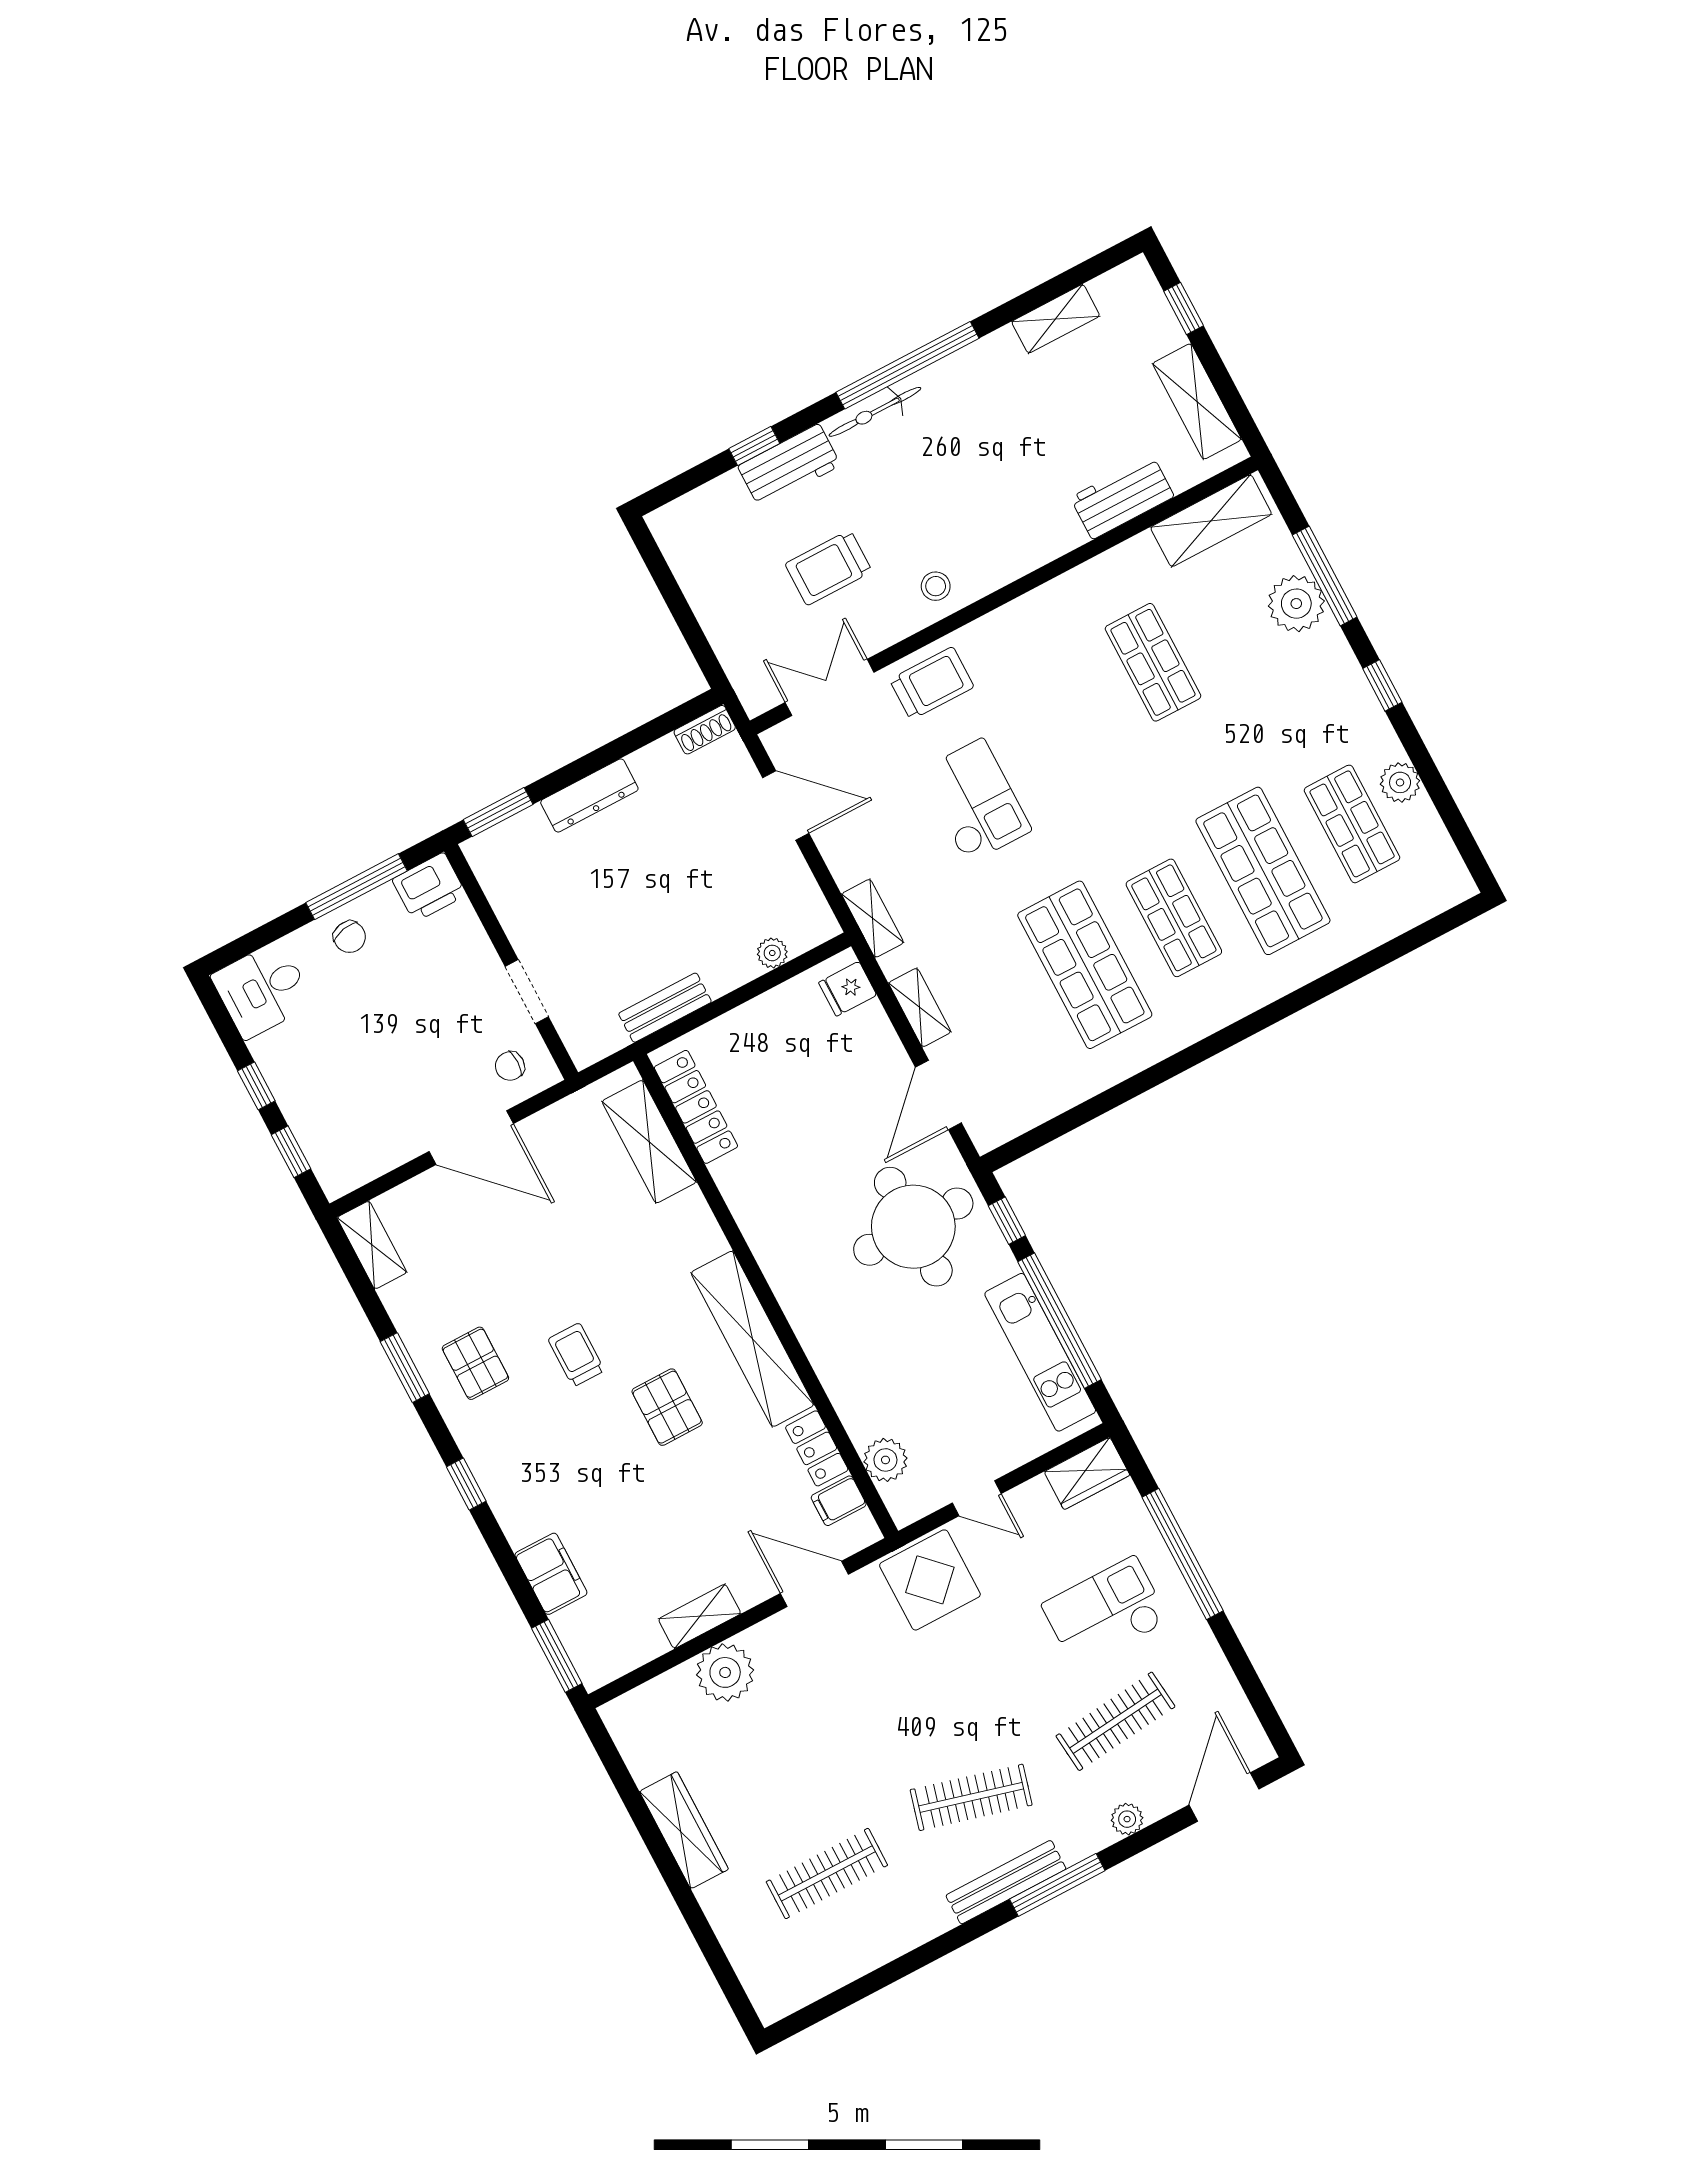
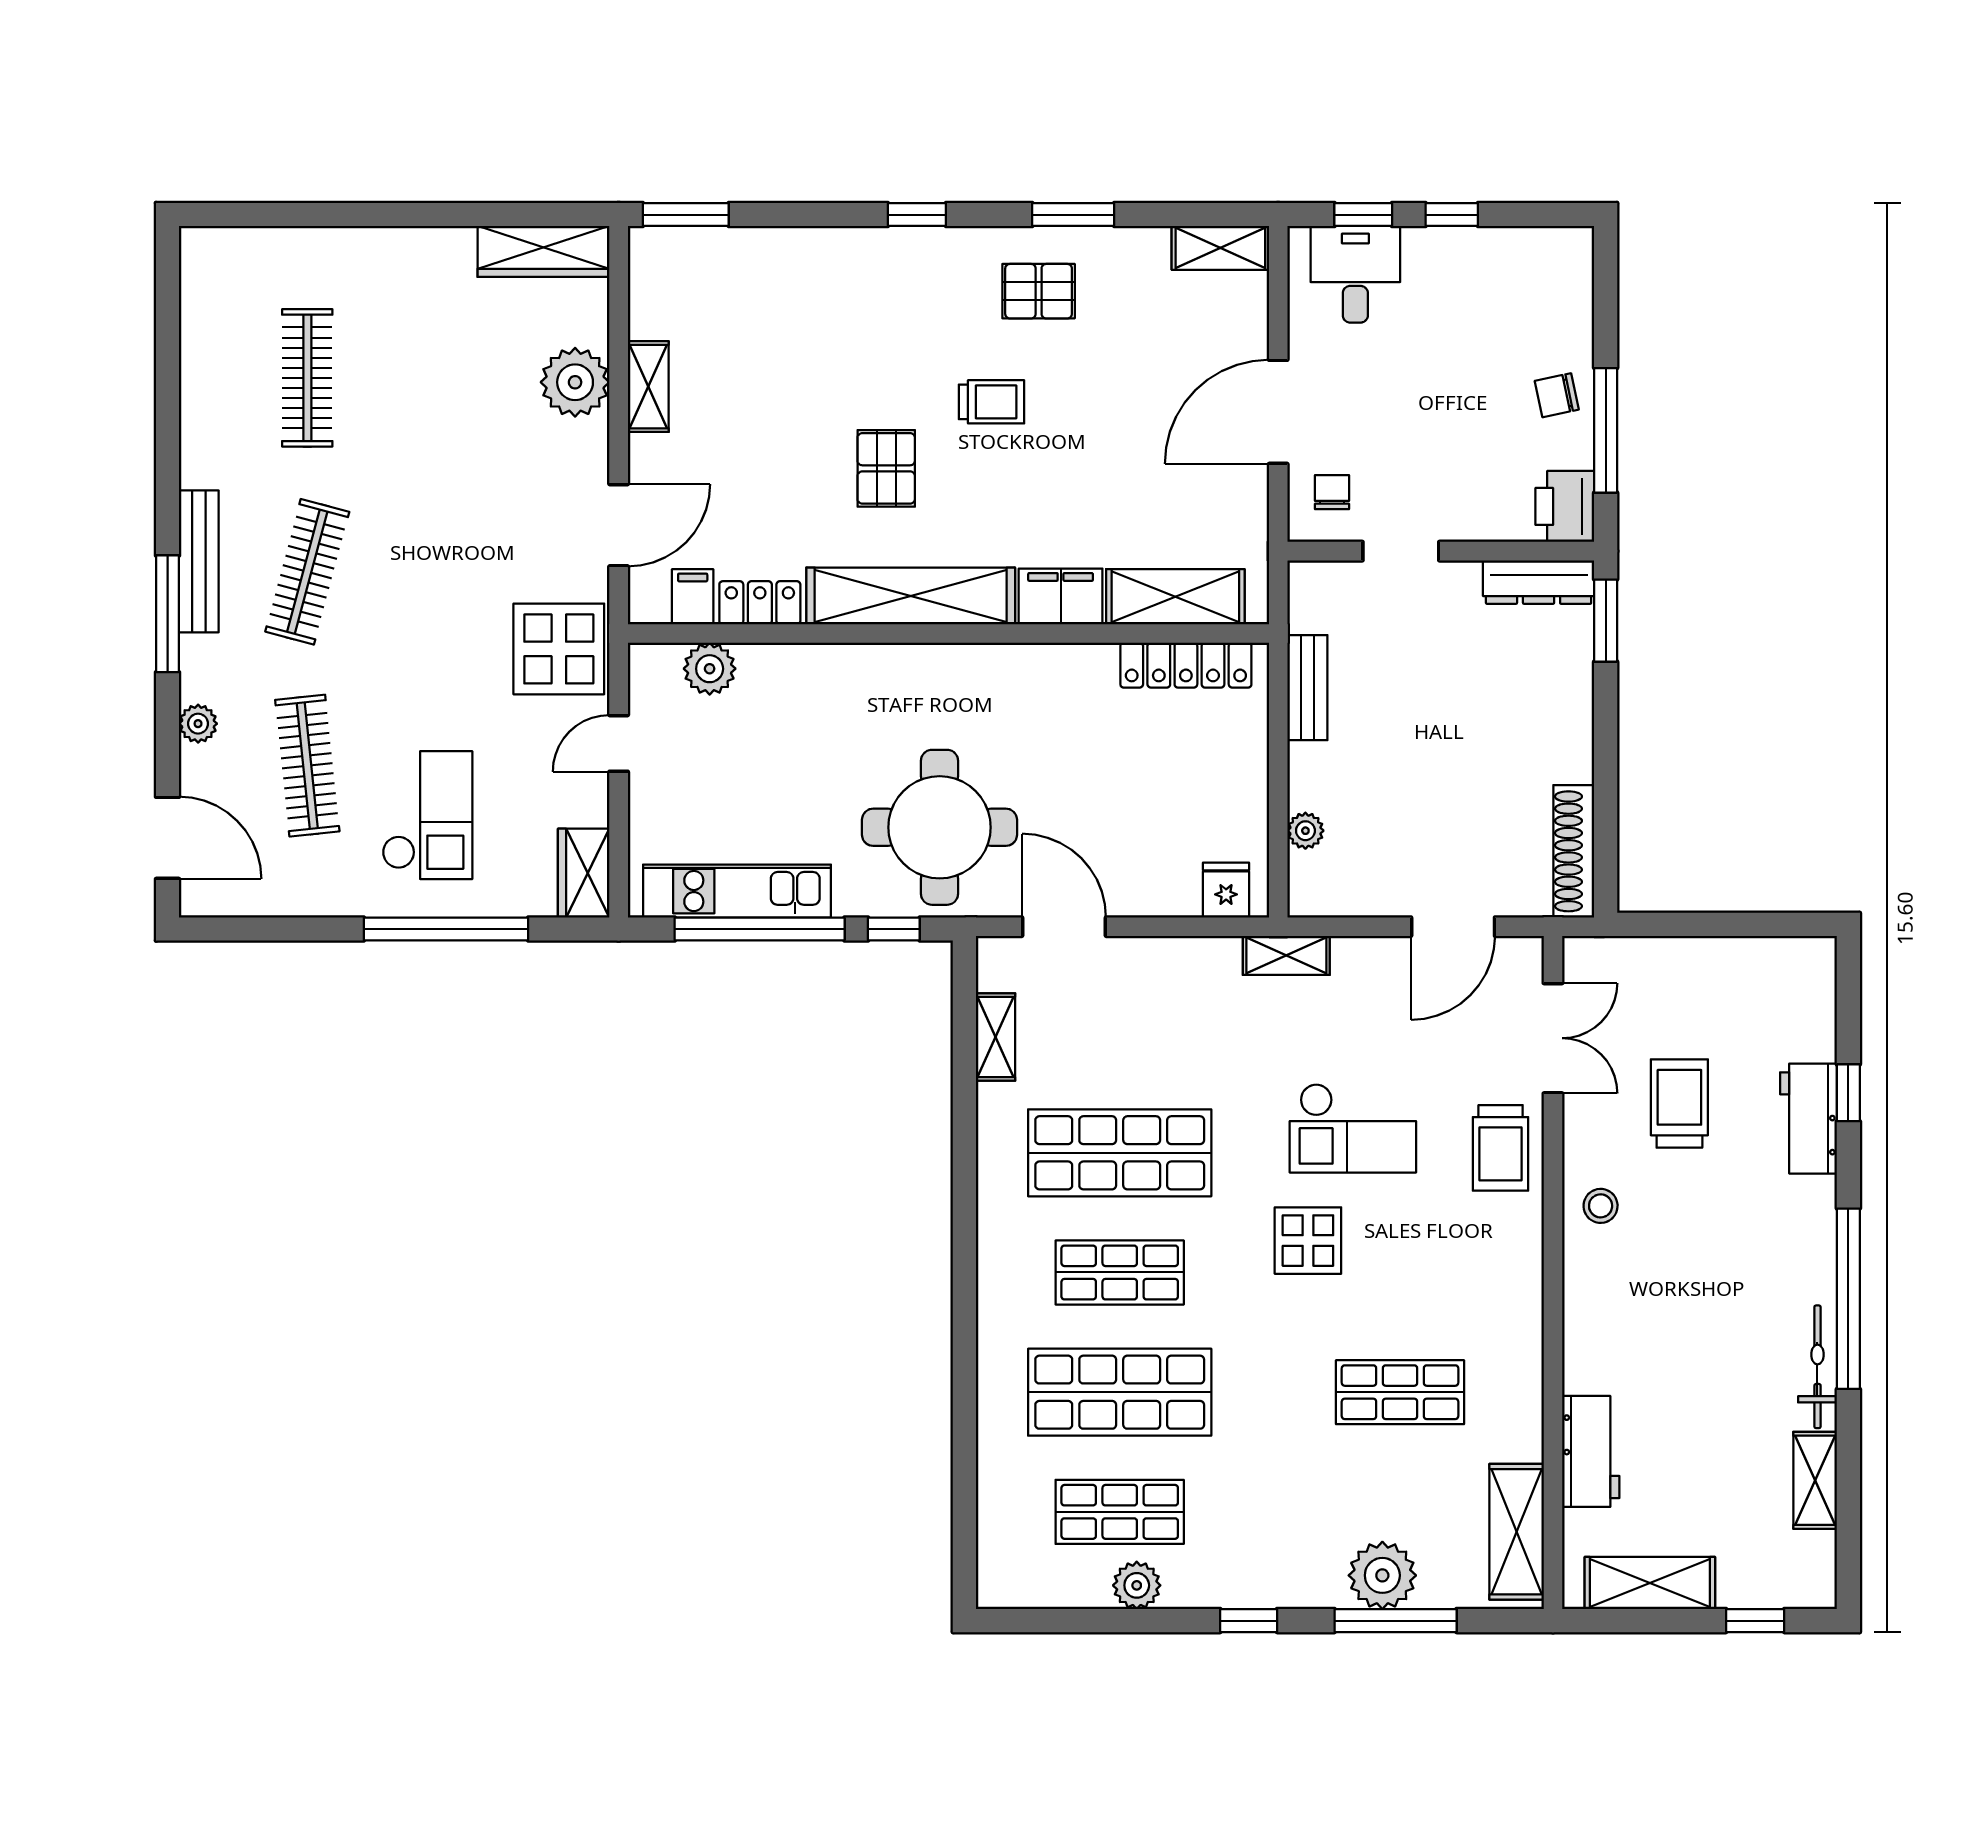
bicycle: (875, 412) -> (1817, 1367), moved
shoe rack: (705, 730) -> (1574, 851), width x1.94, depth x1.24
display table: (1076, 790) -> (1308, 1241), added
dresser: (589, 795) -> (1539, 582), moved, turned -90
desk: (262, 990) -> (1355, 274), moved
shelving: (920, 1008) -> (996, 1037), moved, turned 90
pallet: (667, 1407) -> (886, 468), turned 90
filing cabinet: (551, 1574) -> (1061, 597), moved, turned 180
wardrobe: (684, 1830) -> (544, 251), moved

